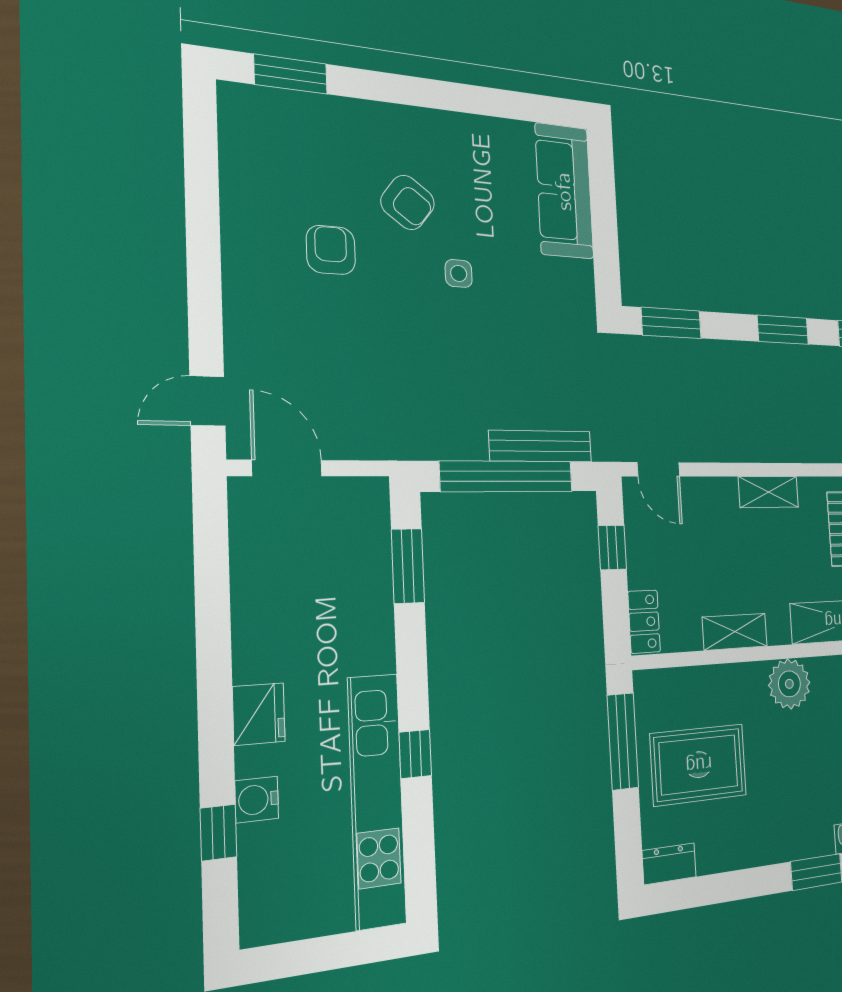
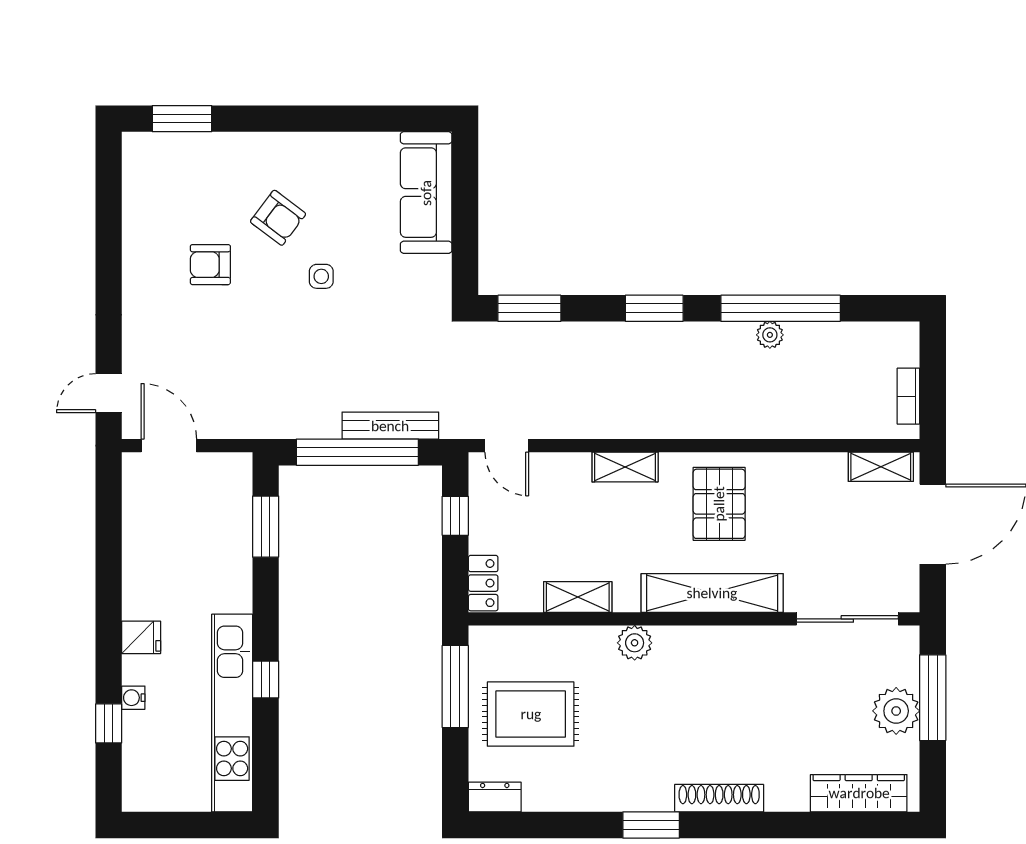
armchair: (331, 250) -> (210, 265), turned -90
plant: (789, 684) -> (635, 643), width x0.73, depth x0.73
fridge: (259, 714) -> (141, 637), width x0.72
water cooler: (257, 800) -> (133, 698), width x0.72, depth x0.72

